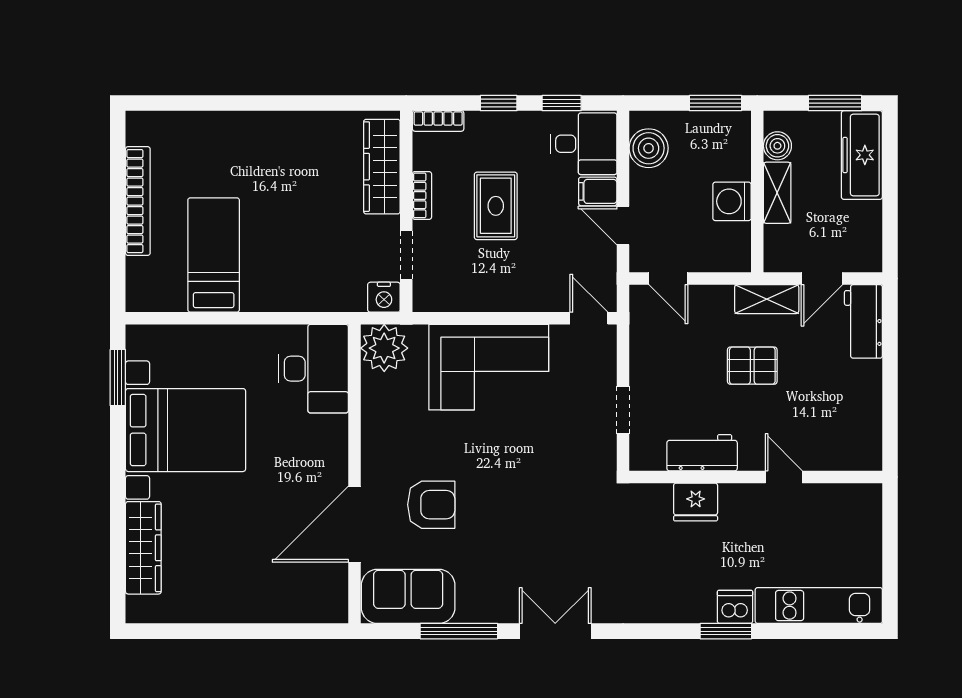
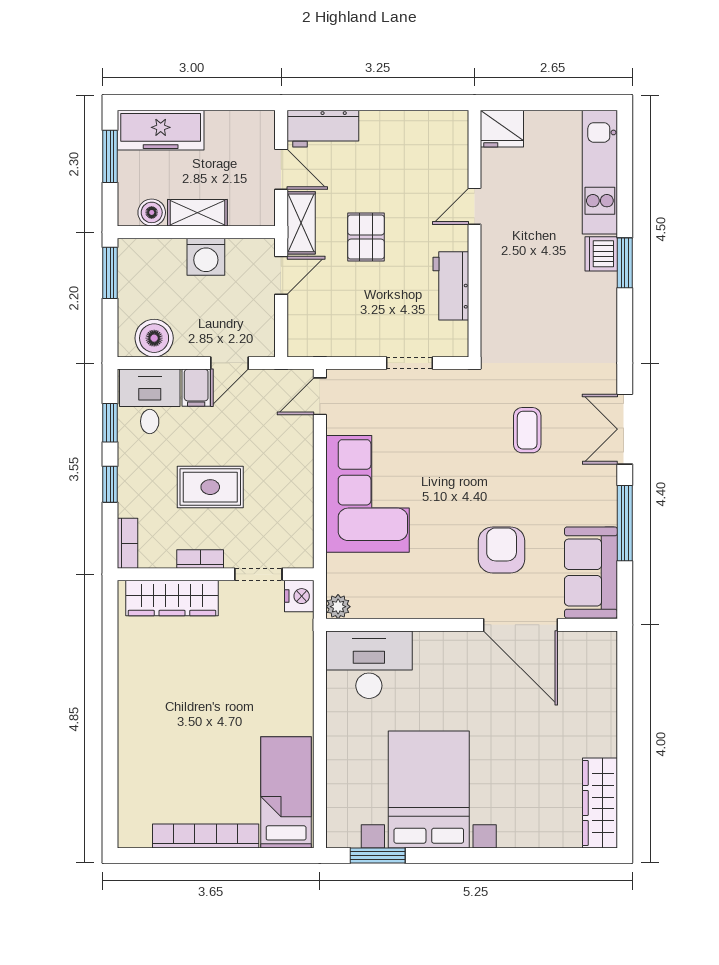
bed: (214, 255) -> (286, 792), moved, turned 90
door: (668, 279) -> (281, 275), moved
plant: (384, 348) -> (338, 607), width x0.53, depth x0.53
fridge: (696, 502) -> (502, 129), moved, turned 90
coffee table: (554, 531) -> (527, 430), added
wardrobe: (143, 548) -> (600, 803), moved, turned -90

